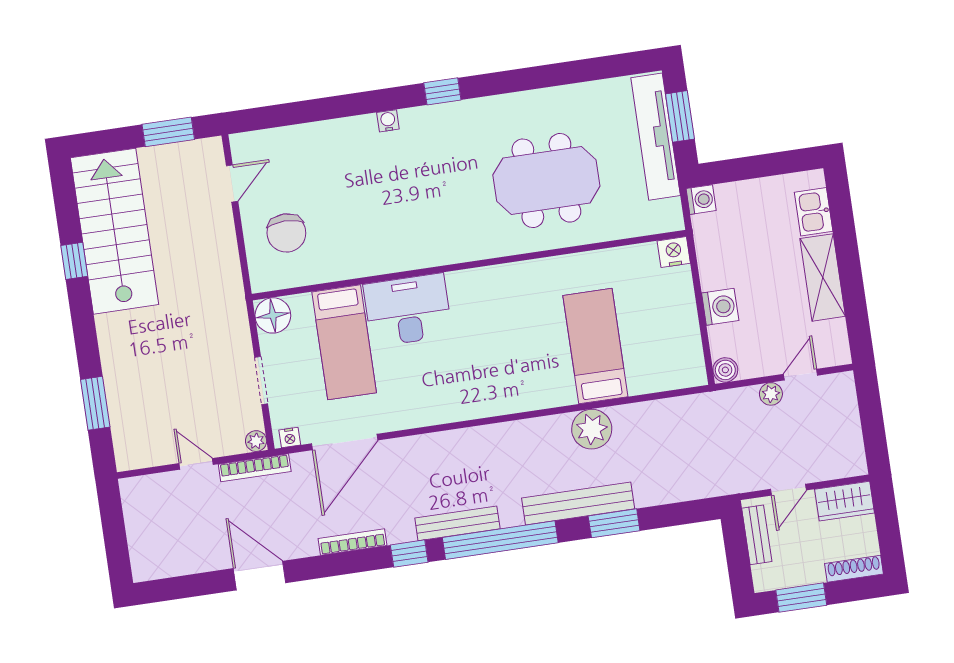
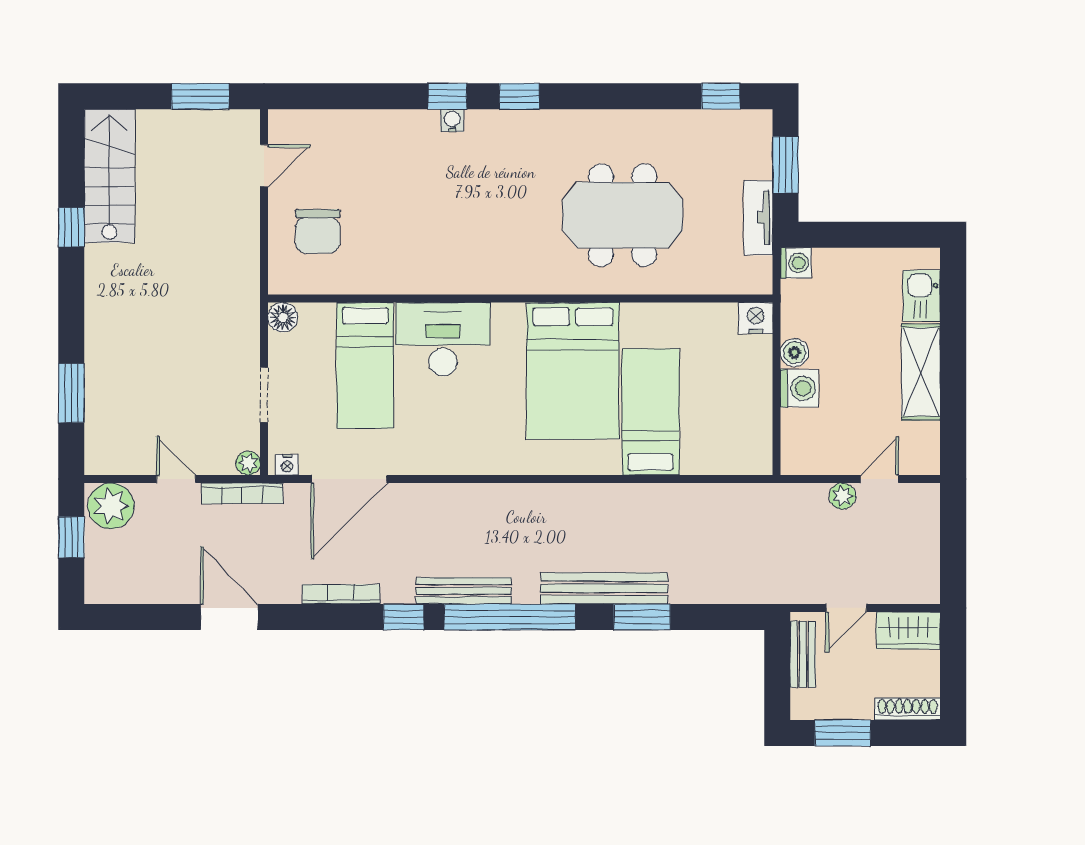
window: (616, 66) -> (721, 96), added
window: (381, 100) -> (448, 96), added
tv unit: (656, 137) -> (758, 218), width x0.52, depth x0.78
stairs: (114, 231) -> (109, 176), width x0.73, depth x0.66
floor lamp: (273, 315) -> (283, 317), width x0.73, depth x0.73
bed: (523, 320) -> (573, 371), added
boiler: (725, 370) -> (795, 353), moved
plant: (592, 429) -> (111, 506), moved
window: (114, 527) -> (71, 537), added

